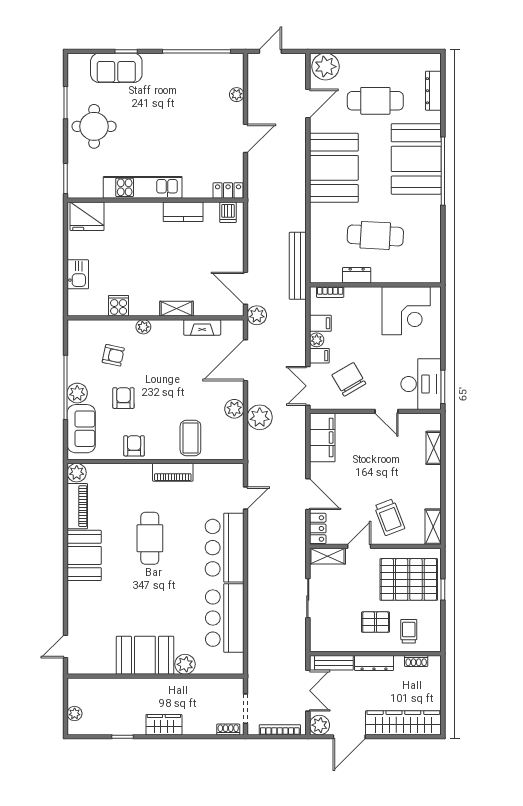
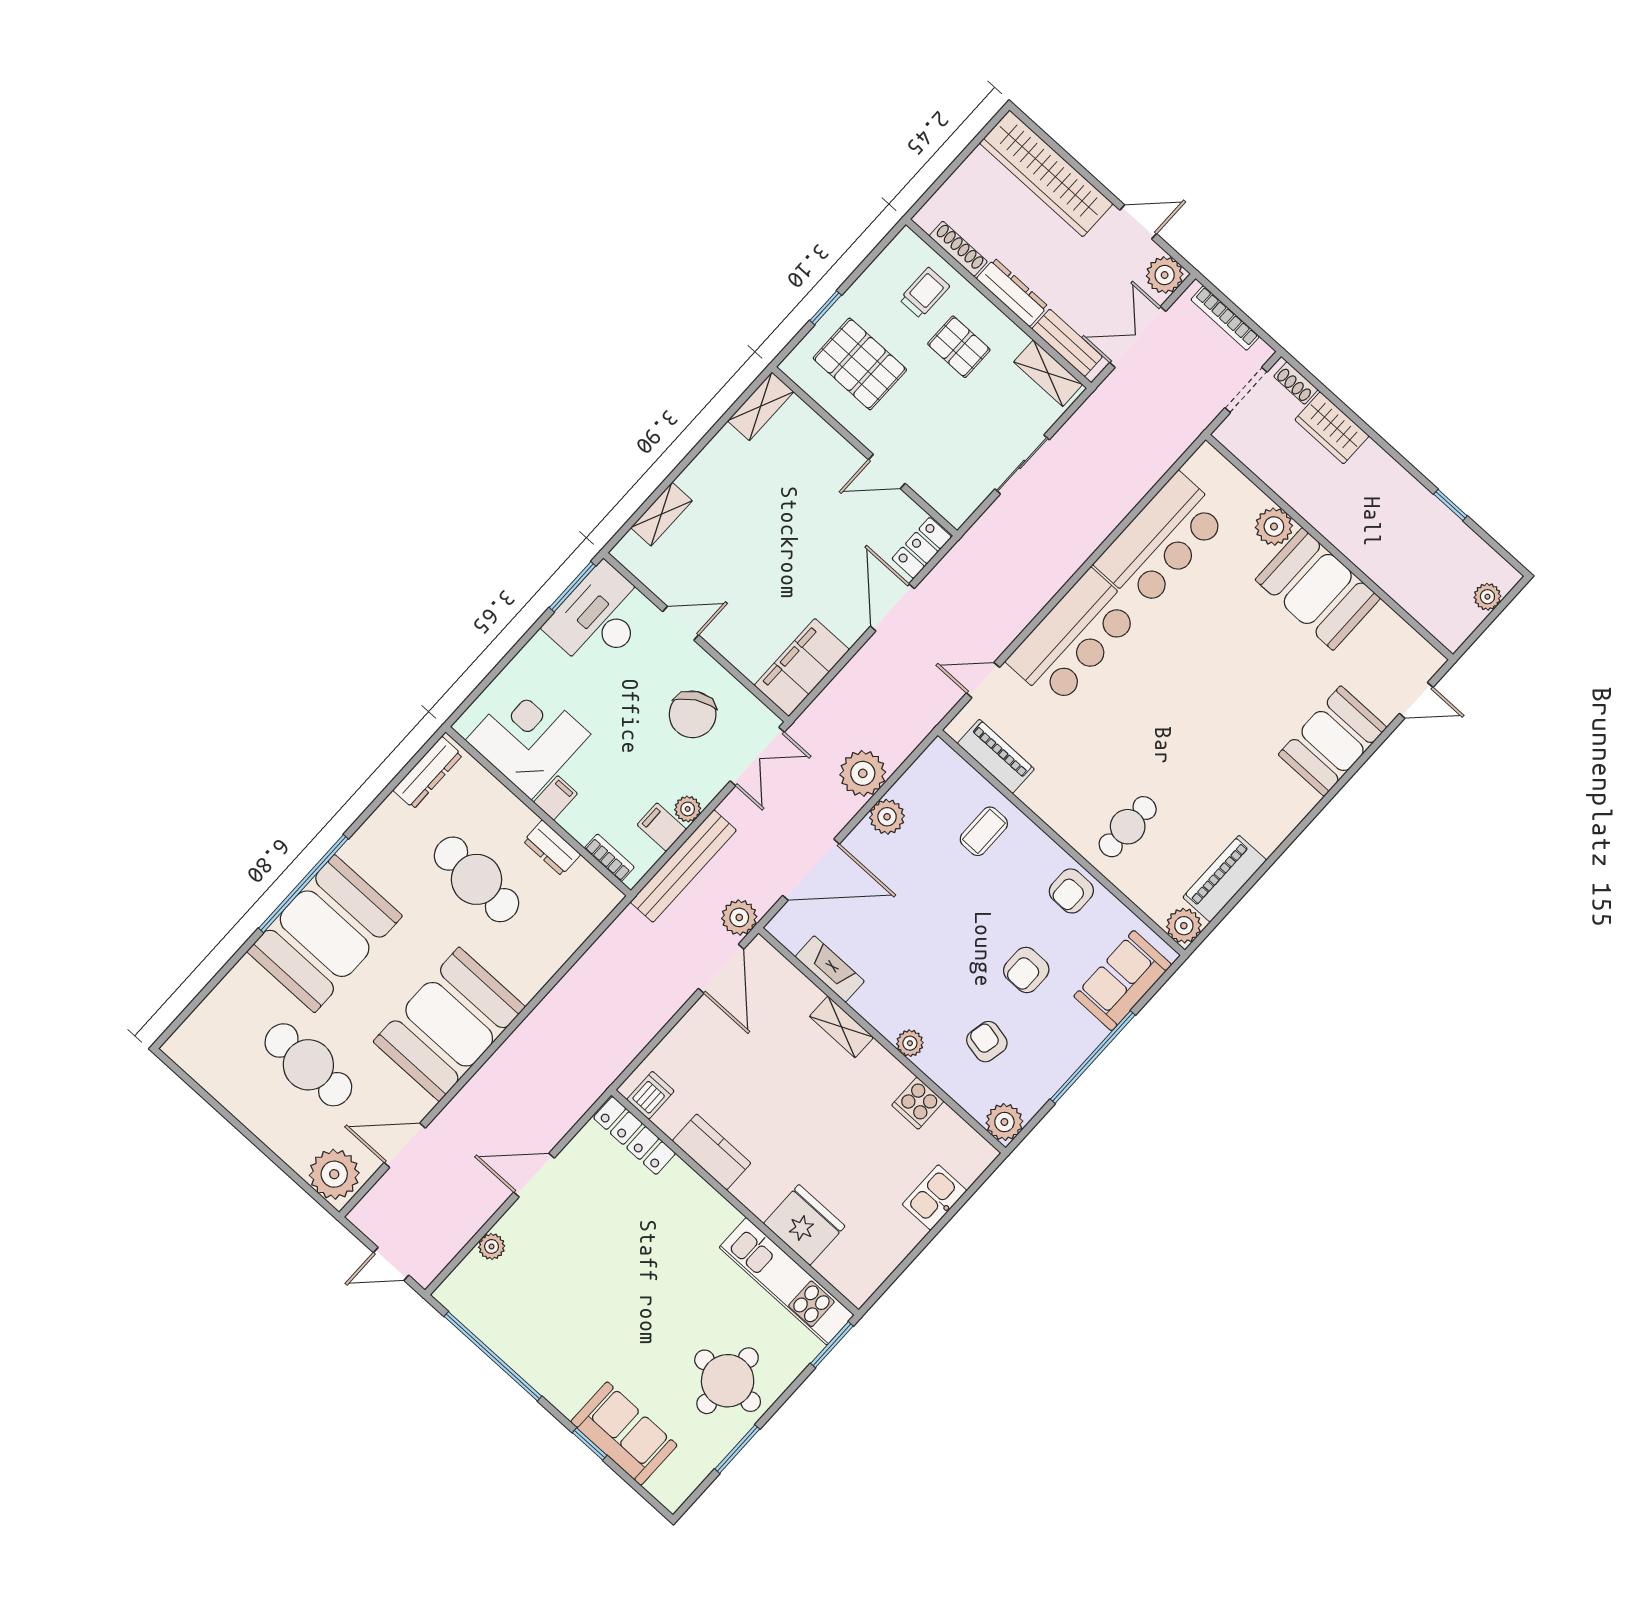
dresser: (433, 91) -> (428, 773), moved
kitchen unit: (143, 187) -> (787, 1281), moved
locker: (228, 190) -> (634, 1136), width x1.53
fridge: (87, 216) -> (804, 1225), moved
bench: (298, 266) -> (683, 866), moved
filing cabinet: (319, 356) -> (556, 798), moved, turned 90
plant: (77, 393) -> (1004, 1122), moved
door: (387, 411) -> (681, 623), hinge flipped
coffee table: (190, 438) -> (984, 831), width x0.73, depth x0.77
piano: (173, 472) -> (996, 756), moved
trolley: (389, 517) -> (809, 474), removed
cafe table: (150, 538) -> (1128, 827), moved, width x0.73, depth x0.74
booth: (84, 555) -> (1332, 741), moved
shelving: (328, 556) -> (1048, 373), moved
pallet: (409, 579) -> (860, 364), width x0.73, depth x0.71
trolley: (409, 631) -> (925, 293), turned 180
shoe rack: (416, 661) -> (958, 249), width x1.43
wardrobe: (164, 725) -> (1332, 428), moved
door: (349, 737) -> (1138, 222), width x0.73

